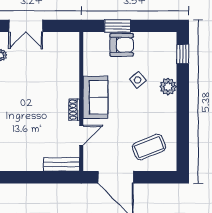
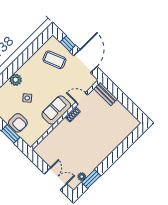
armchair: (122, 45) -> (18, 123), turned 180
window: (152, 177) -> (68, 44), added

